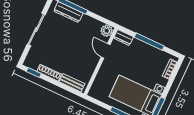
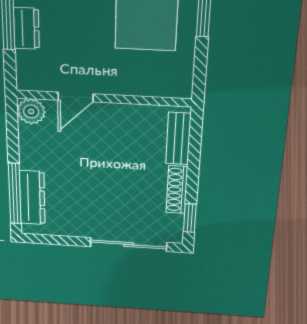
sliding door: (36, 29) -> (129, 245), moved
dresser: (123, 37) -> (26, 28), moved

